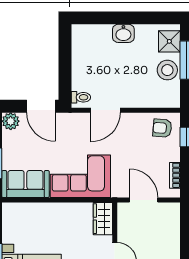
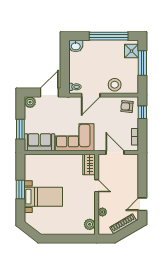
window: (134, 18) -> (109, 36), added
washbasin: (123, 33) -> (76, 46), moved
stool: (167, 70) -> (115, 85), moved
door: (41, 106) -> (49, 93), swing flipped

